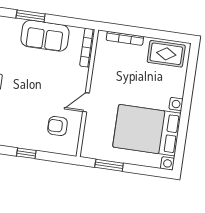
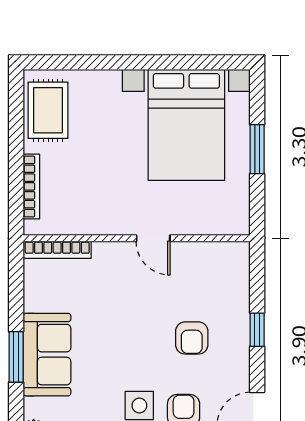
sofa: (45, 36) -> (47, 355), moved
armchair: (58, 126) -> (192, 338), moved
window: (109, 165) -> (257, 149), moved

